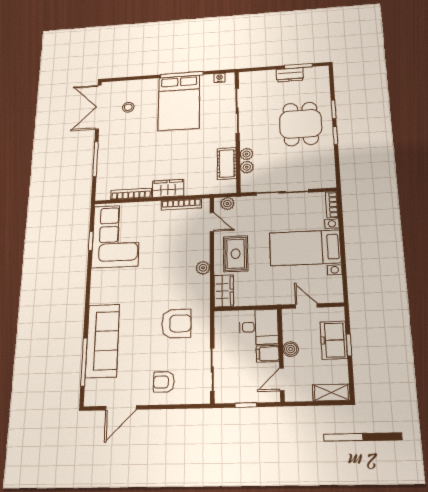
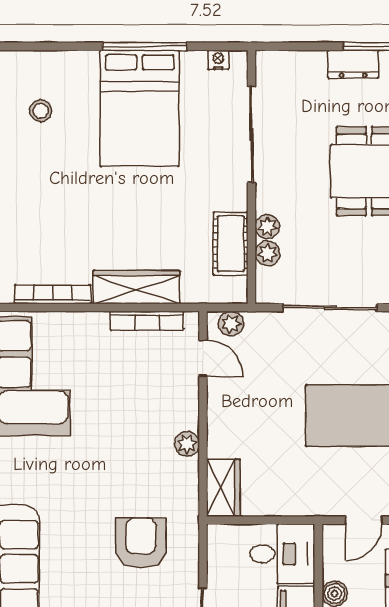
wardrobe: (168, 188) -> (136, 287), width x1.50
rug: (236, 254) -> (245, 421), removed
door: (306, 306) -> (364, 520), swing flipped
armchair: (176, 324) -> (141, 543), turned -90

